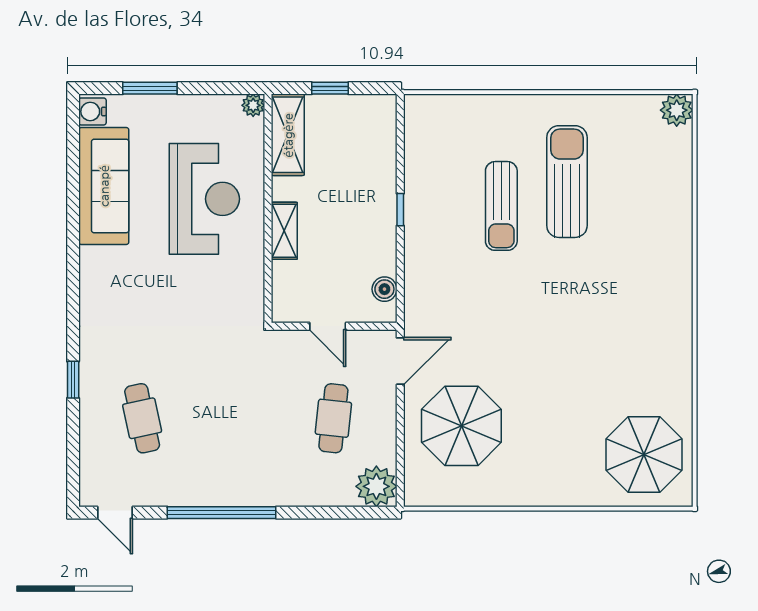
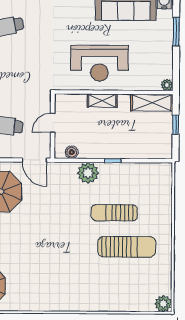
reception desk: (204, 199) -> (99, 63), moved
plant: (424, 257) -> (88, 173), added

